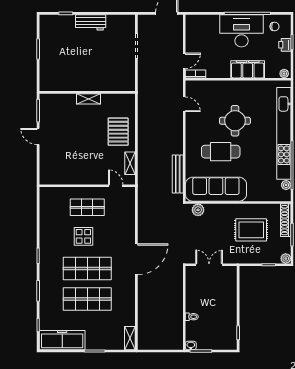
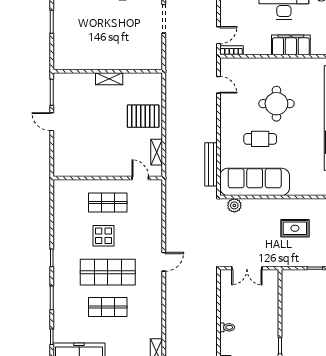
pallet: (118, 132) -> (143, 116), turned 90
cafe table: (221, 152) -> (260, 139), width x0.73, depth x0.74
rug: (251, 230) -> (295, 228), width x0.73, depth x0.70
door: (136, 259) -> (164, 262), width x0.53
double door: (209, 265) -> (247, 268), swing flipped
shop shelf: (87, 299) -> (108, 307), width x0.70, depth x0.74

